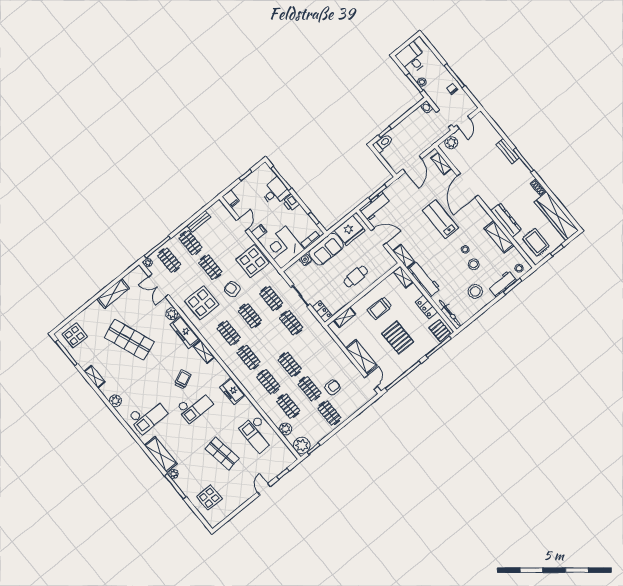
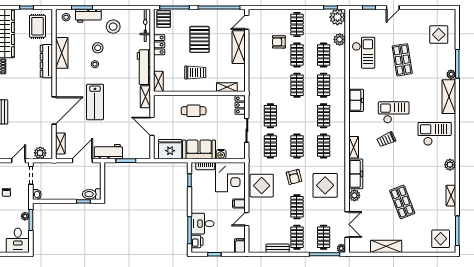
printer: (291, 203) -> (197, 241), moved
workbench: (375, 206) -> (108, 152), moved
shop shelf: (129, 340) -> (402, 202), width x0.70, depth x0.74

